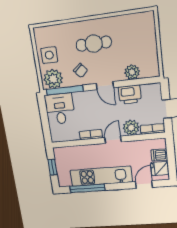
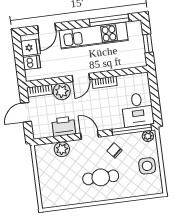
plant: (53, 79) -> (148, 136), width x0.53, depth x0.53

